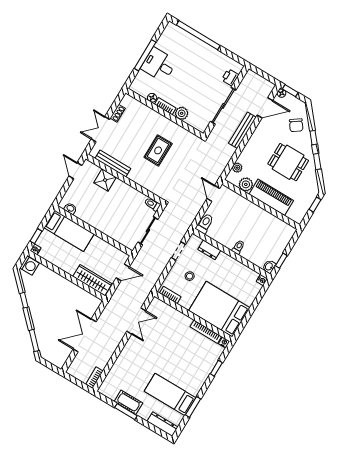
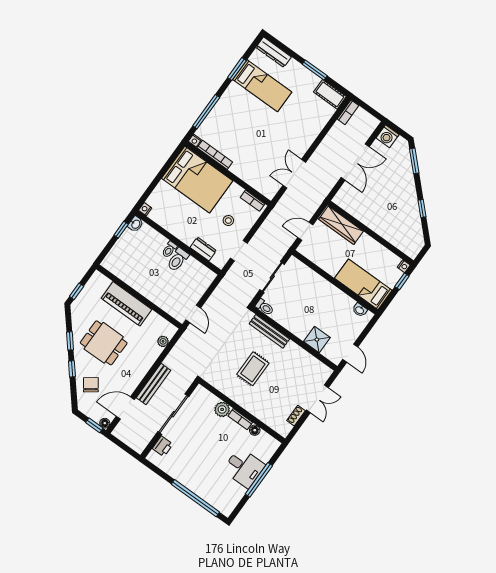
bench: (113, 163) -> (269, 331), moved
plant: (246, 184) -> (155, 321), removed
toilet: (205, 224) -> (178, 260), moved
washing machine: (29, 266) -> (387, 136), moved, turned -90
window: (216, 368) -> (206, 112), width x2.17
cot: (128, 402) -> (330, 94), moved

